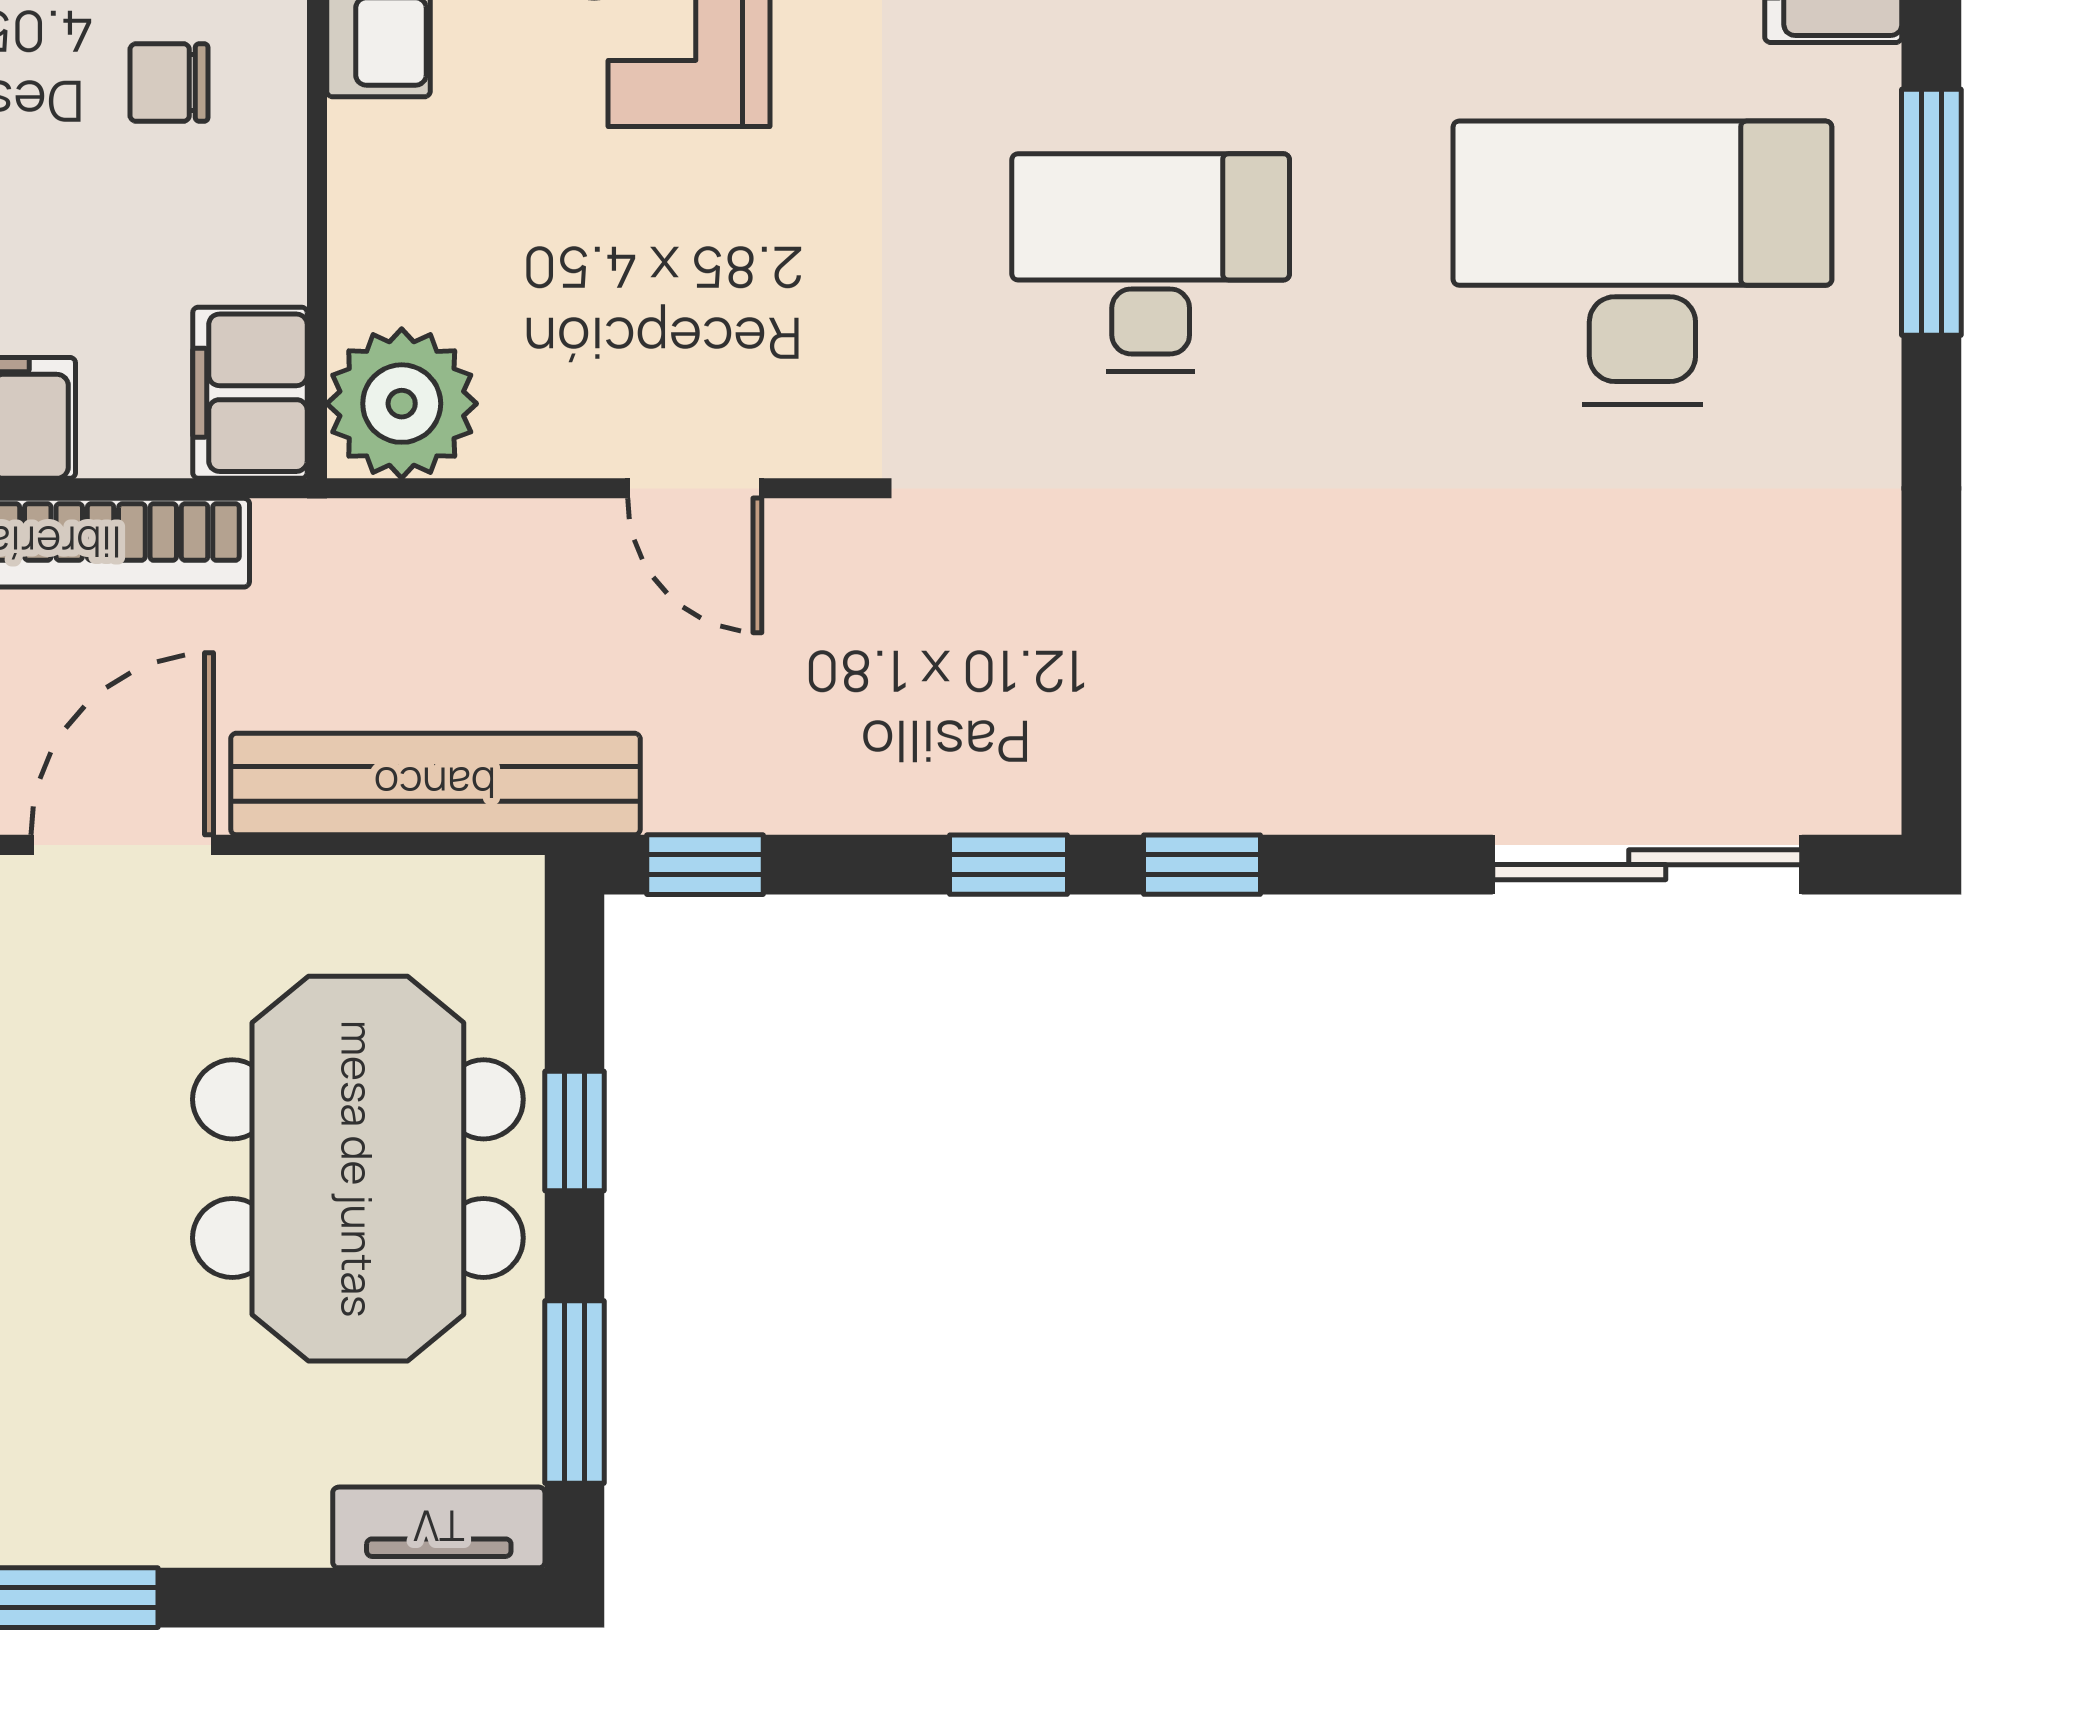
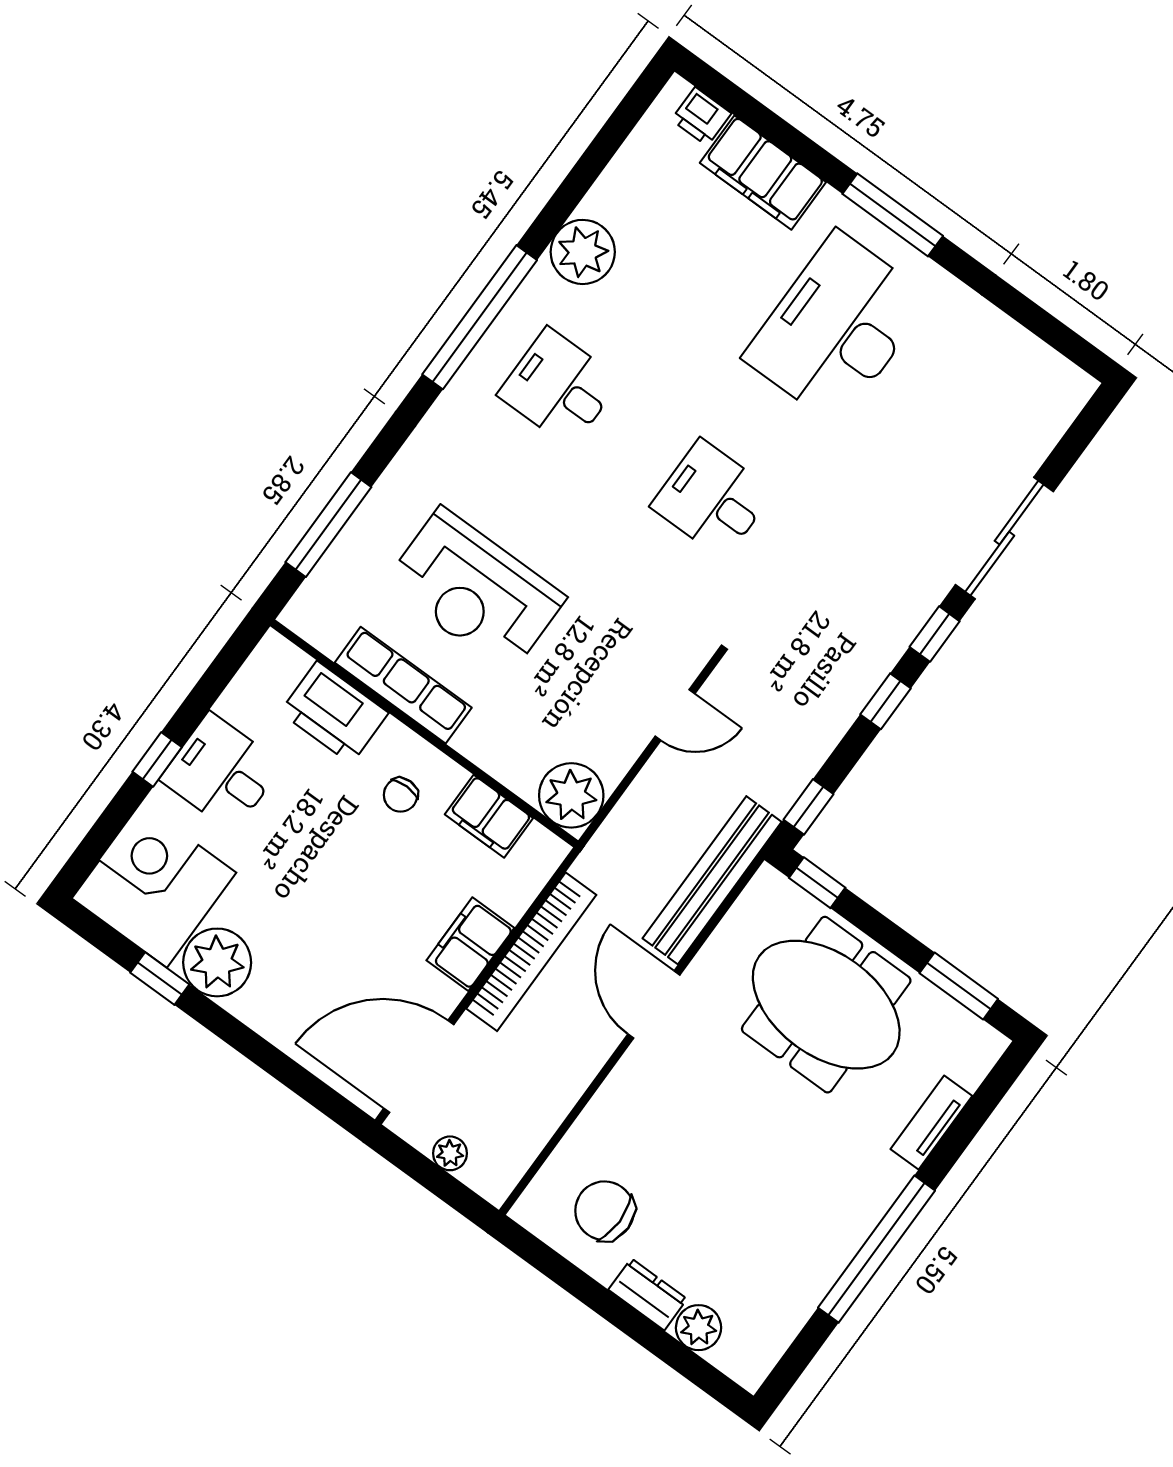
desk: (1151, 263) -> (712, 499), width x0.73
filing cabinet: (250, 393) -> (489, 816), moved
sliding door: (1647, 865) -> (1004, 538), moved
window: (574, 1131) -> (817, 883), moved
tv unit: (439, 1527) -> (931, 1123), moved

